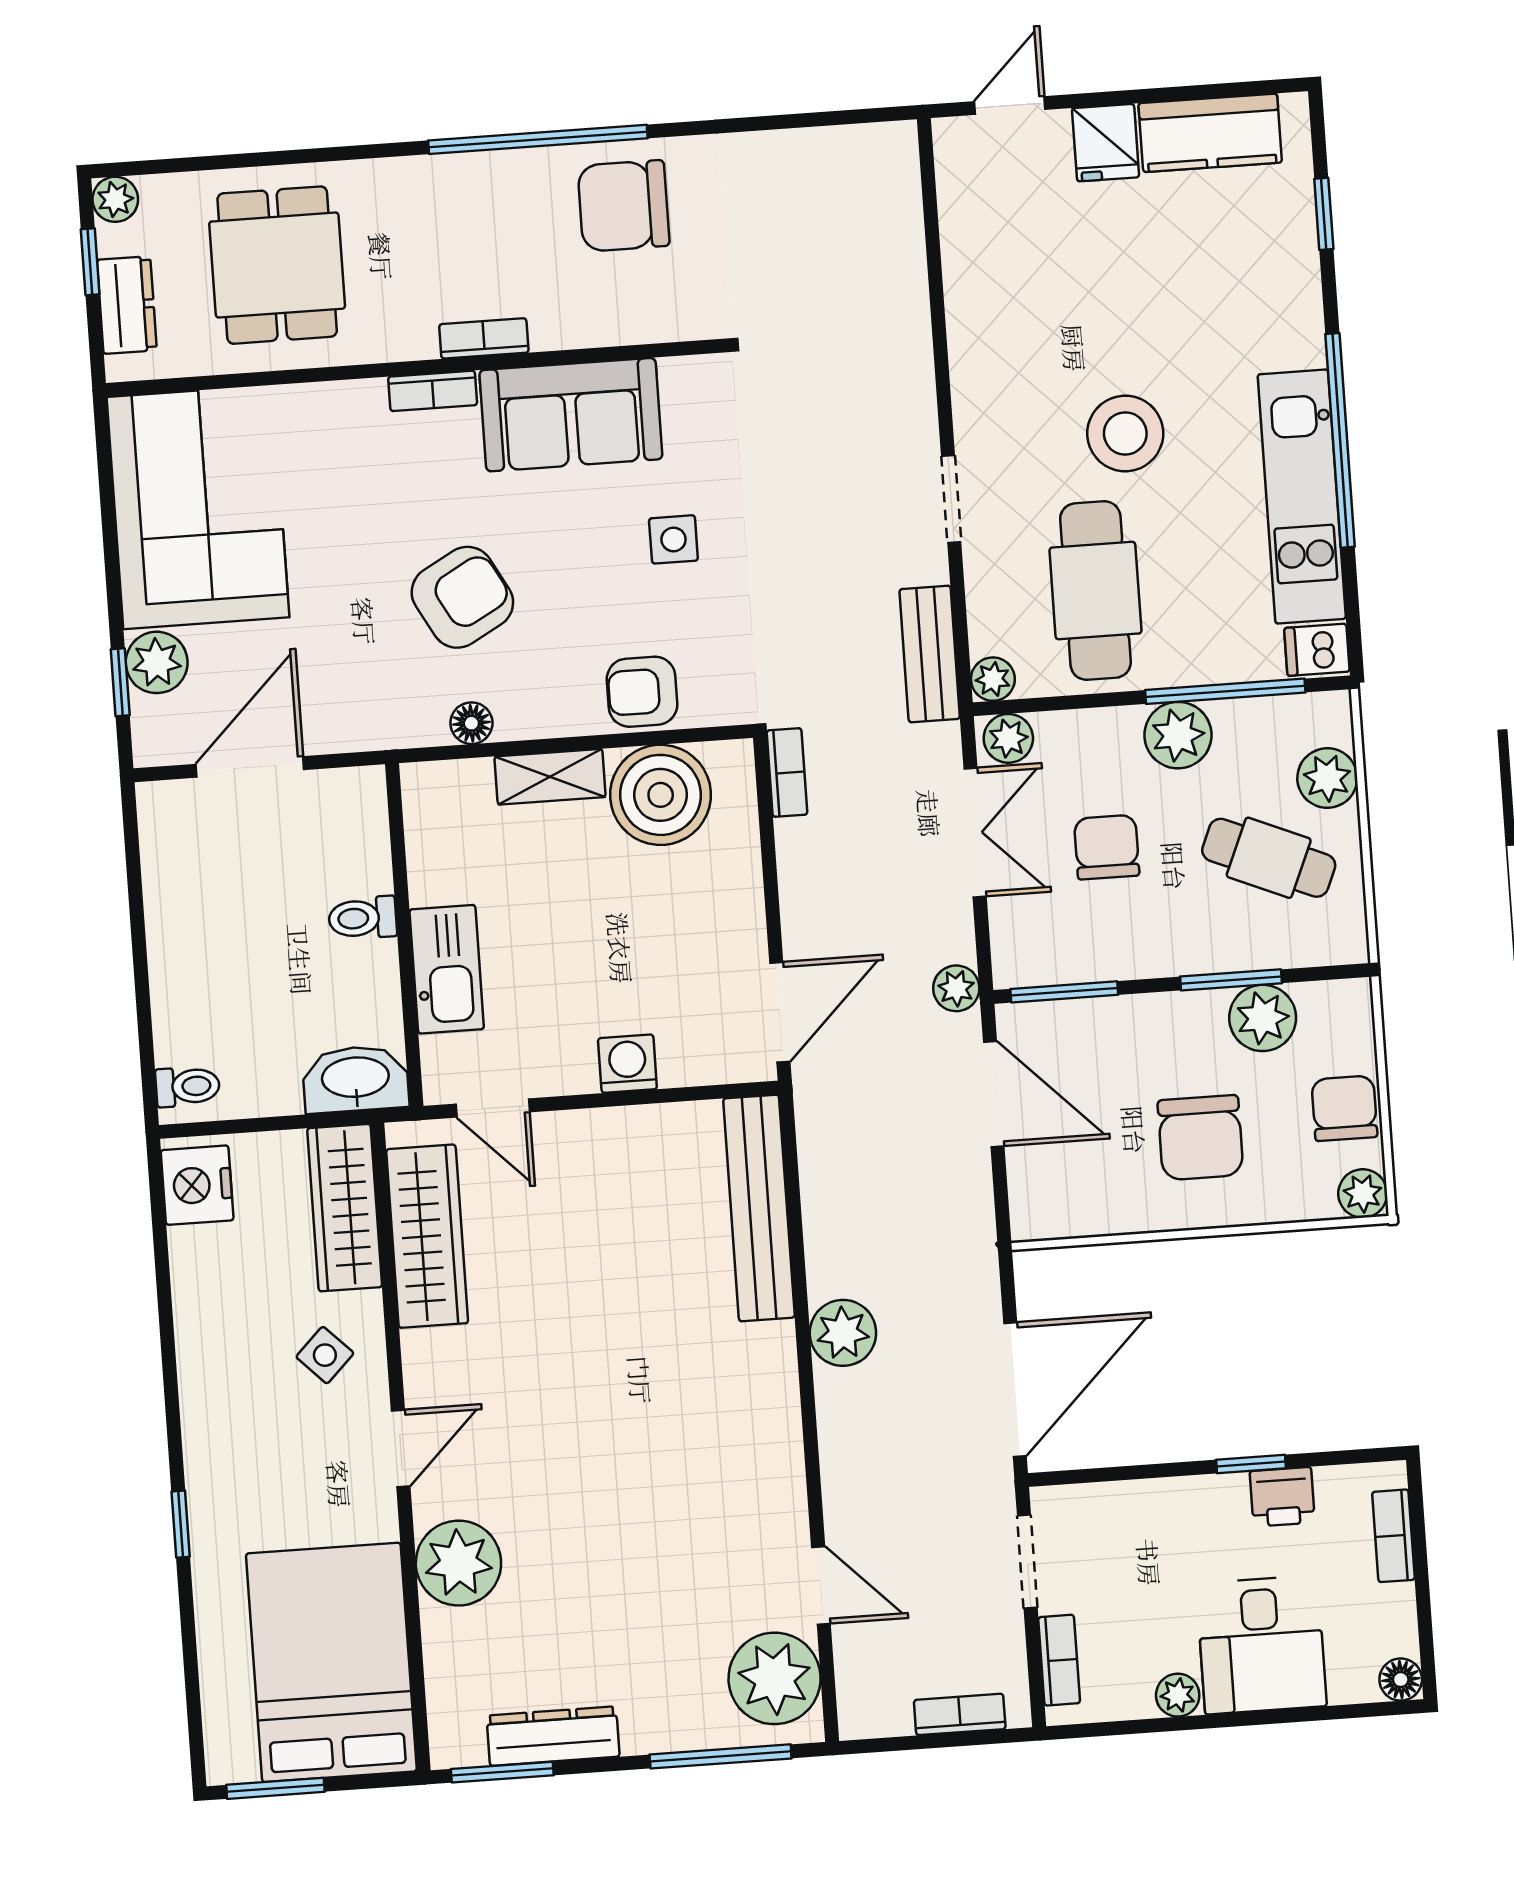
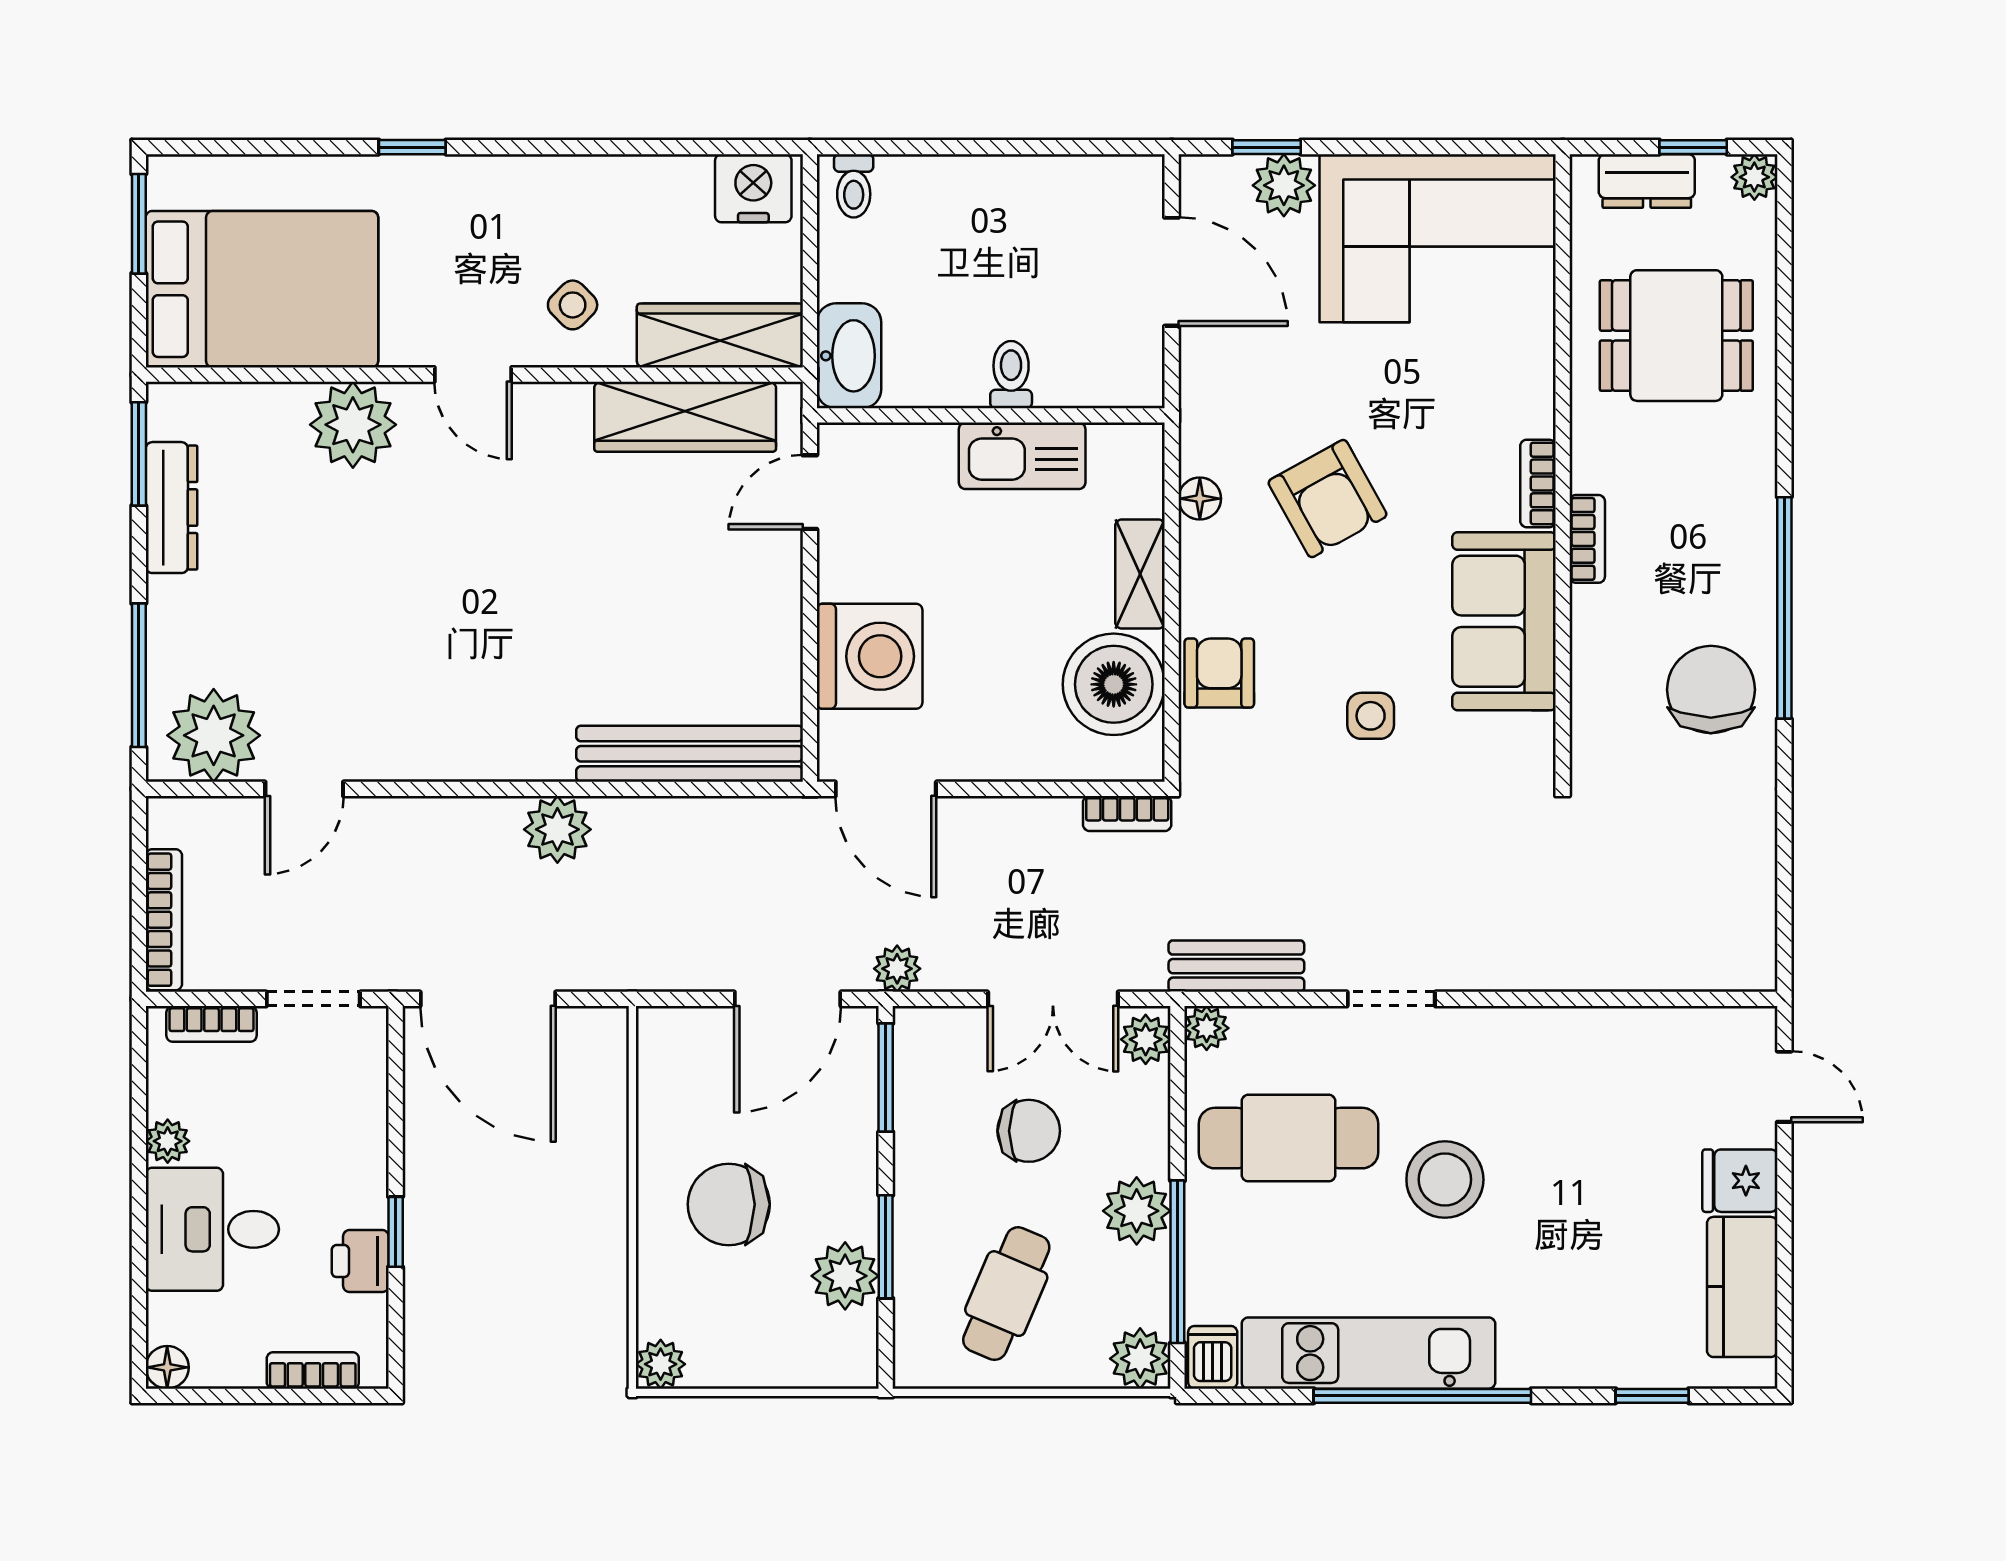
plant: (1327, 778) -> (1140, 1359), moved
kitchen sink: (447, 969) -> (1022, 456), moved
washing machine: (627, 1064) -> (870, 656), width x1.89, depth x1.89
chair: (1344, 1108) -> (748, 1352), removed
bookcase: (960, 1714) -> (164, 920), width x1.56

